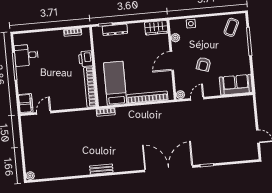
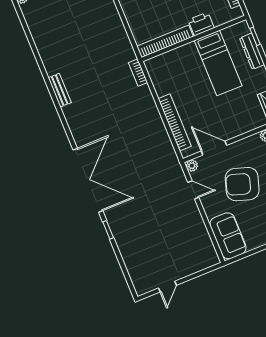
door: (172, 61) -> (214, 148), moved
armchair: (204, 64) -> (242, 184), width x1.88, depth x1.88
bed: (115, 83) -> (218, 63), moved, turned 90

